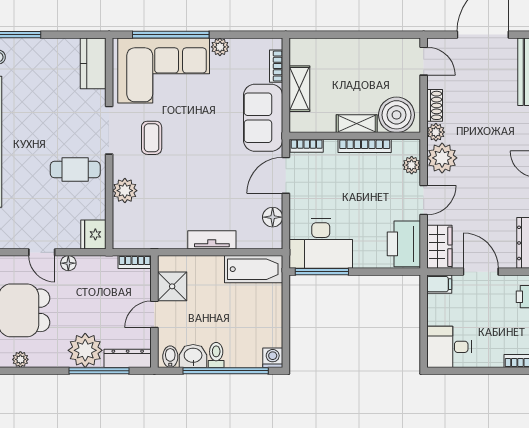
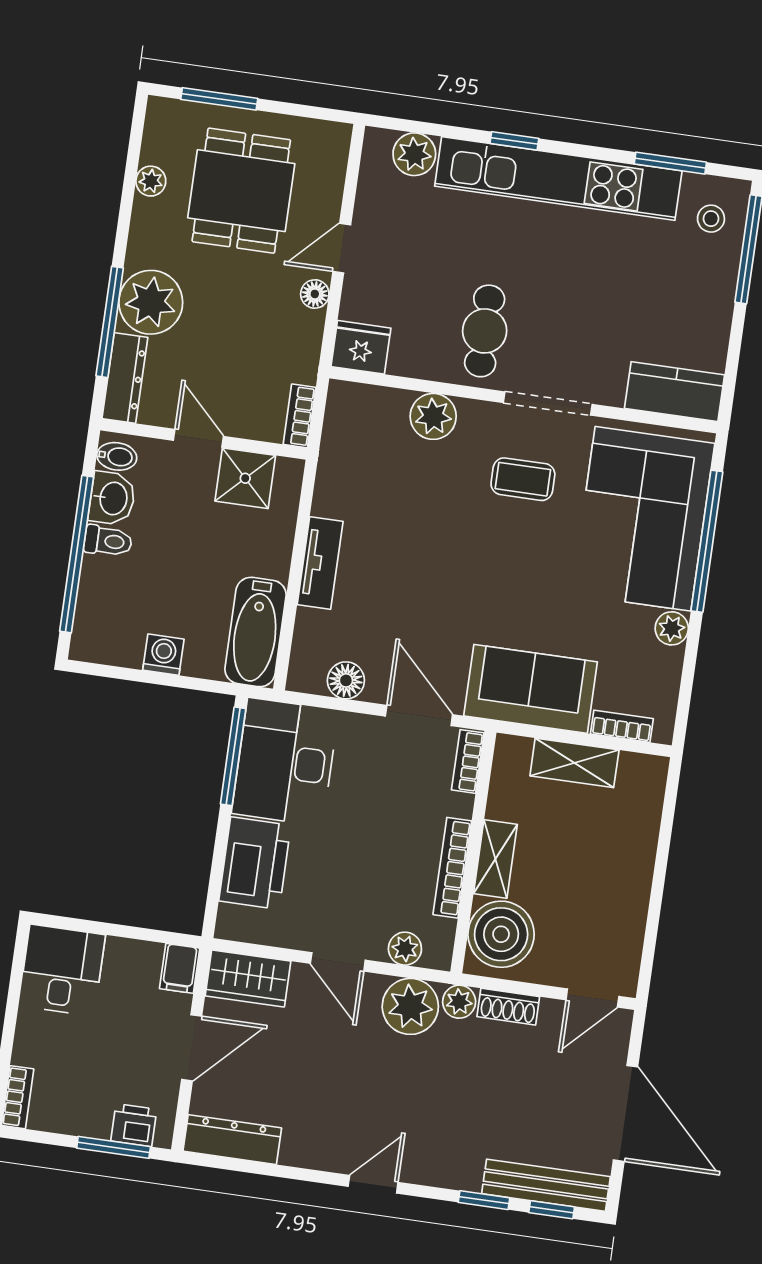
printer: (404, 244) -> (255, 863), moved, turned 90
washing machine: (273, 358) -> (163, 655), moved, turned -90

